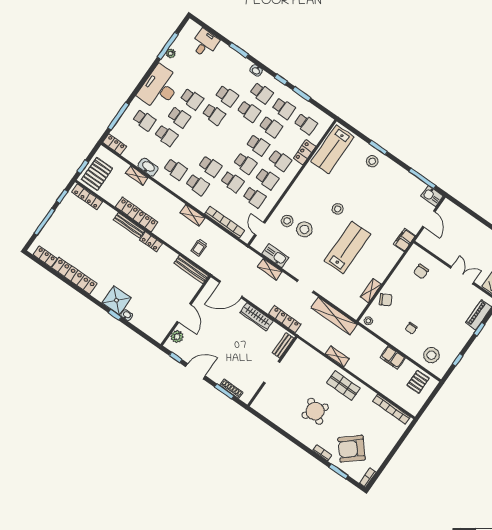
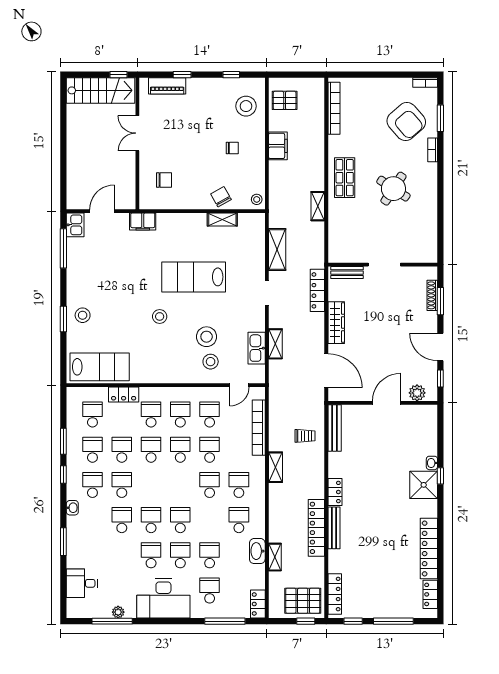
school desk: (201, 133) -> (180, 520), added
shelving: (334, 316) -> (277, 250), width x0.68

